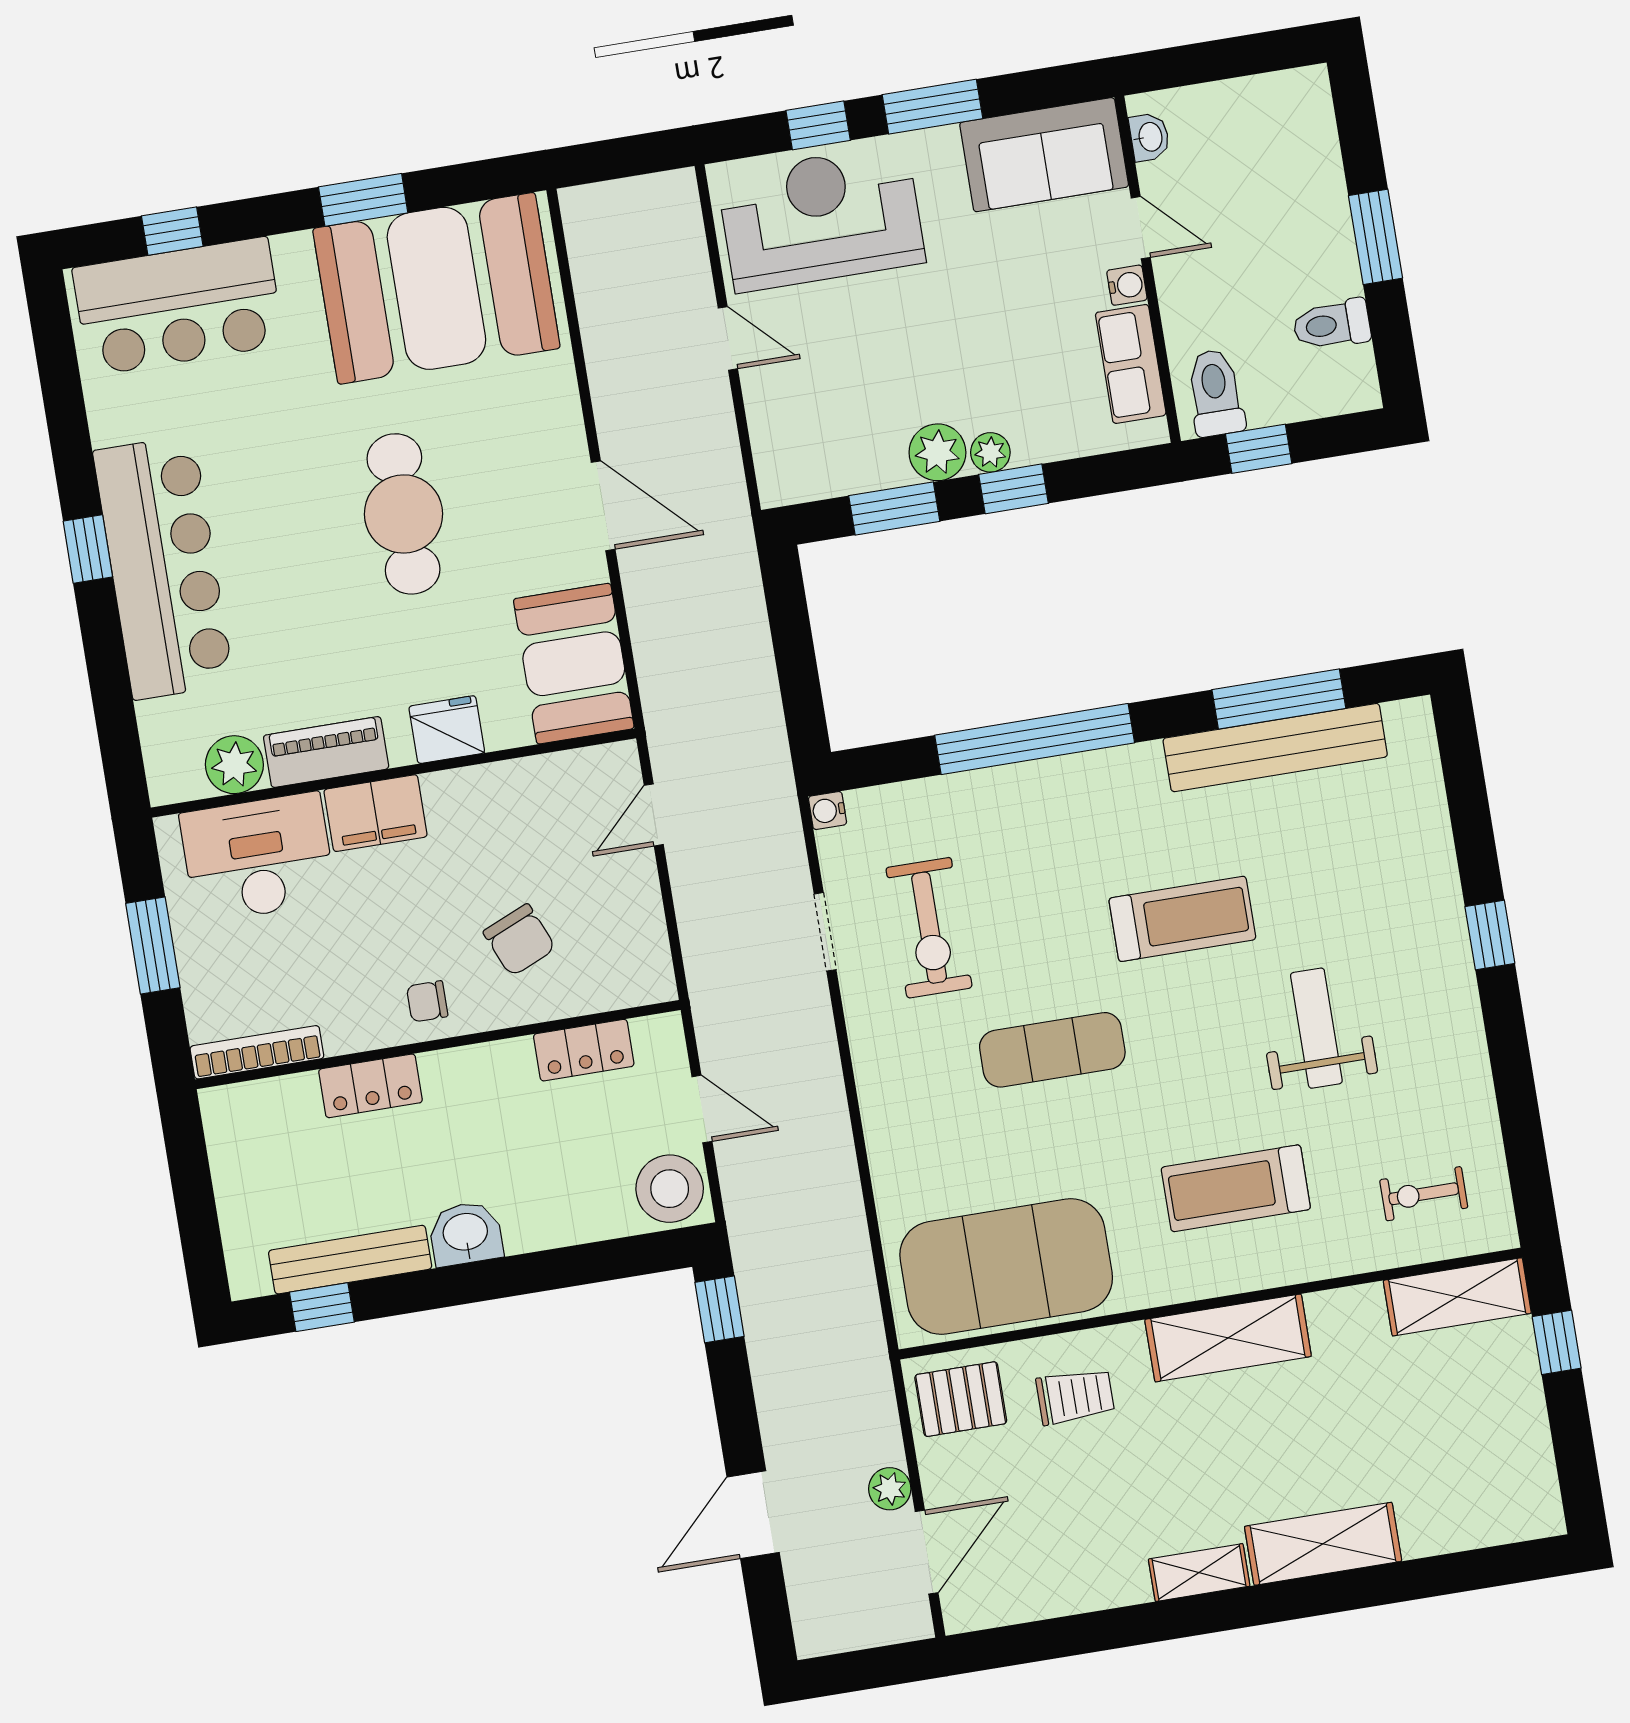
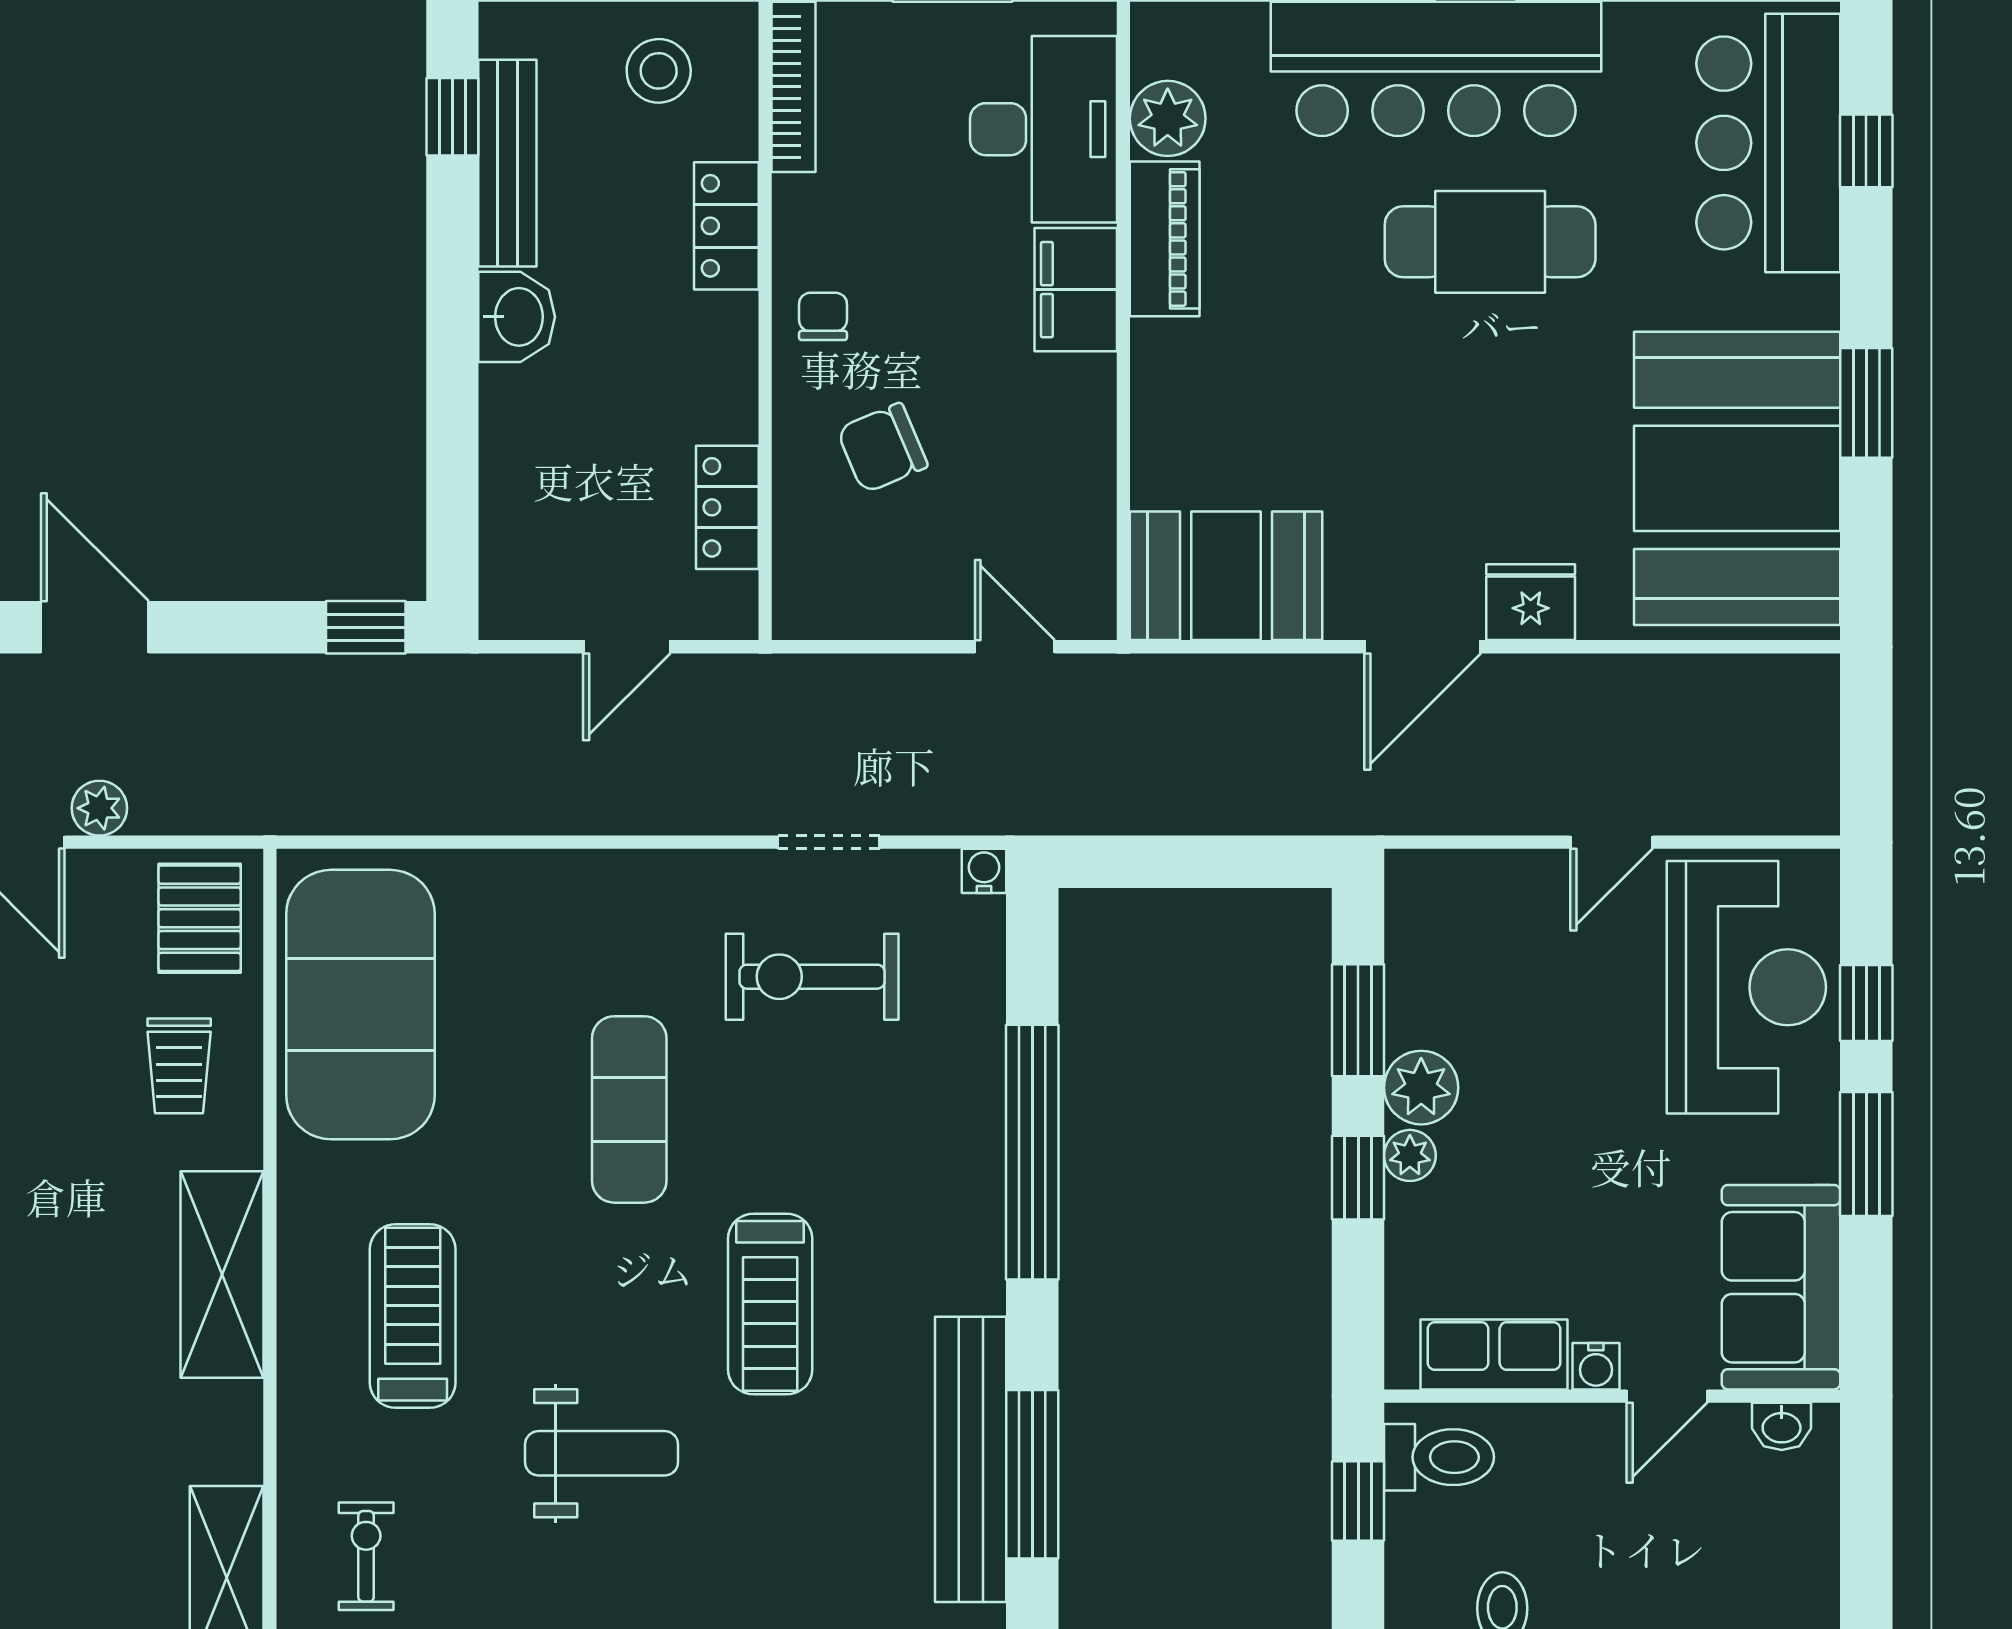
cafe table: (403, 514) -> (1490, 242), moved
fridge: (447, 730) -> (1531, 602), moved, turned -90
stool: (670, 1189) -> (659, 71), moved, width x0.73, depth x0.73

